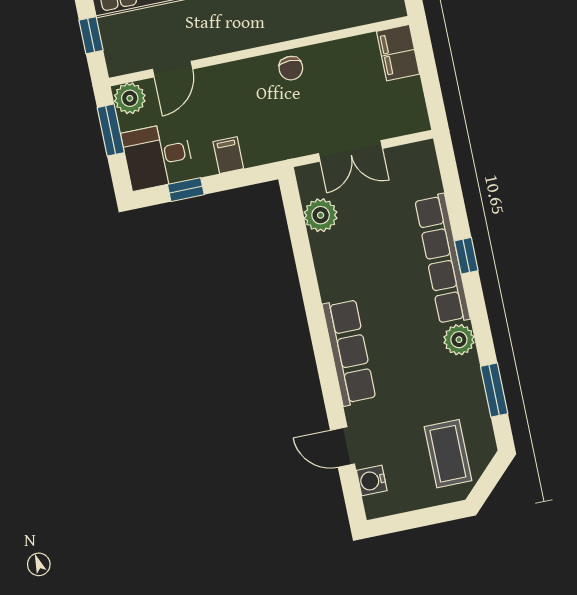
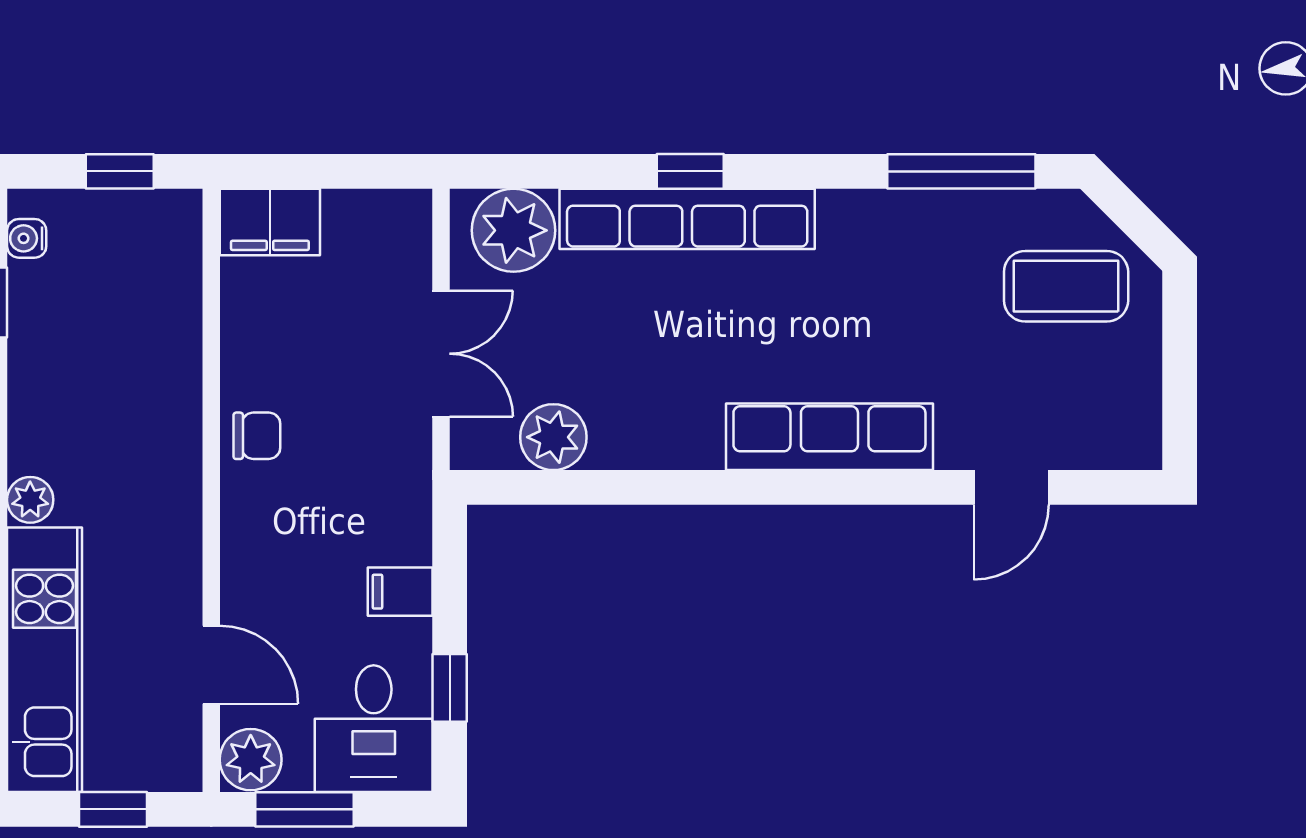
plant: (459, 340) -> (513, 230), moved, width x1.36, depth x1.36
window: (494, 390) -> (961, 171), width x1.44
water cooler: (372, 481) -> (1088, 444), removed

